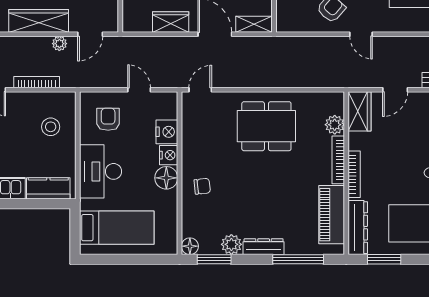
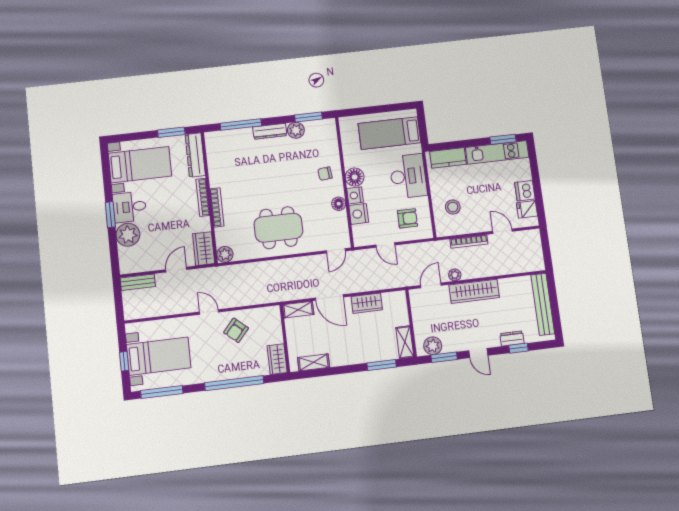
armchair: (108, 119) -> (407, 218), turned -90
plant: (335, 125) -> (225, 254), moved
piano: (332, 215) -> (218, 163), removed
floor lamp: (190, 246) -> (339, 204), moved

